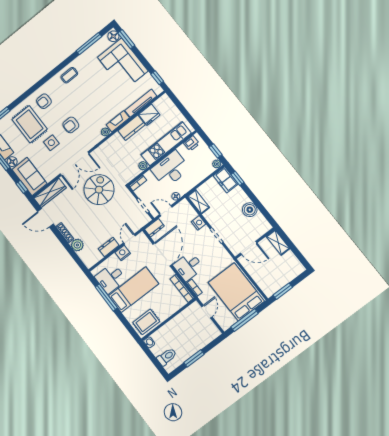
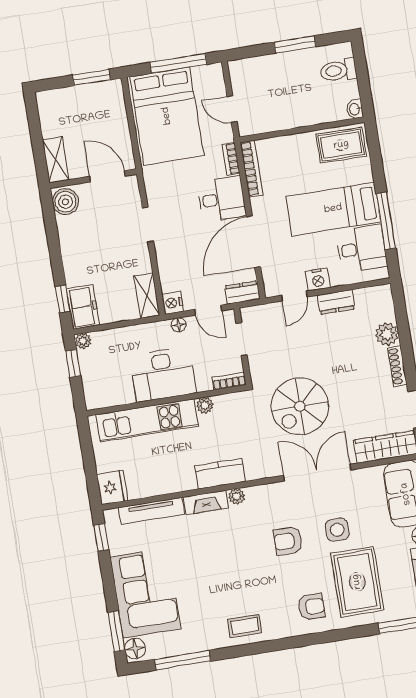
fridge: (149, 115) -> (112, 487), moved, turned 90
armchair: (71, 125) -> (288, 541), turned 180
kitchen counter: (132, 128) -> (220, 474), moved
printer: (192, 143) -> (105, 397), removed
boiler: (250, 210) -> (65, 202), moved
nightstand: (198, 223) -> (173, 303), moved
door: (207, 312) -> (232, 109), hinge flipped

